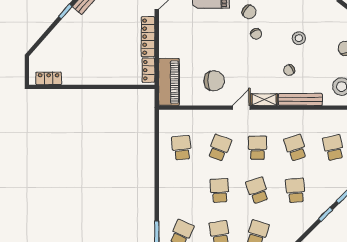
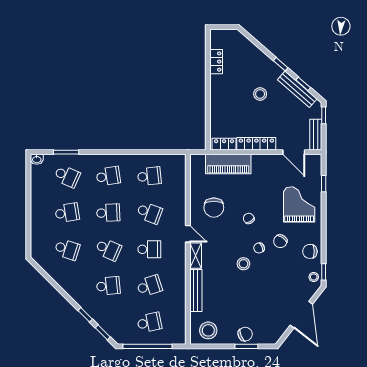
stool: (96, 33) -> (260, 94), added
stool: (299, 38) -> (243, 264), moved
chair: (289, 70) -> (249, 218), moved
locker: (49, 78) -> (216, 62), moved
piano: (169, 82) -> (228, 164), moved
school desk: (182, 190) -> (108, 176), added
school desk: (257, 190) -> (108, 249), turned 42

